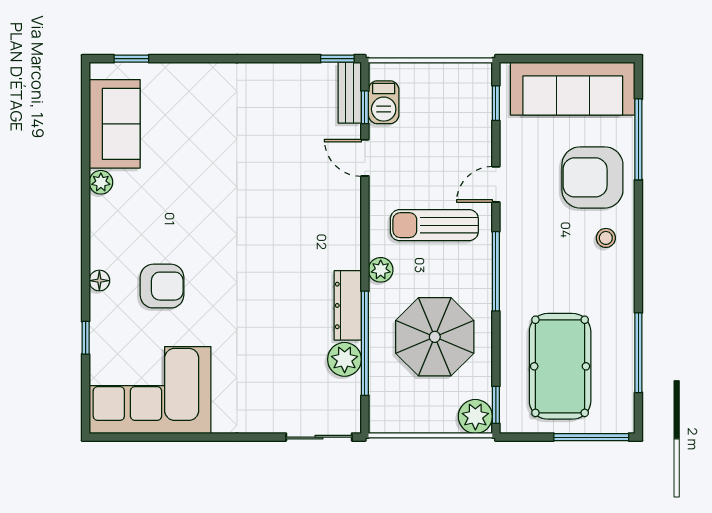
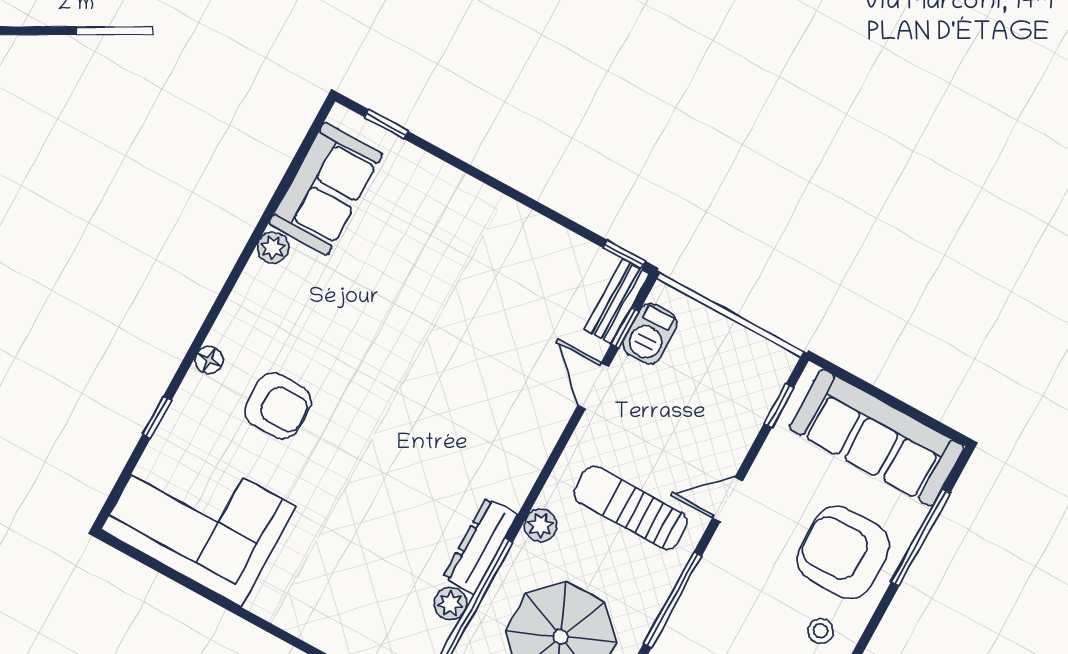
plant: (345, 359) -> (450, 603), width x0.73, depth x0.73

